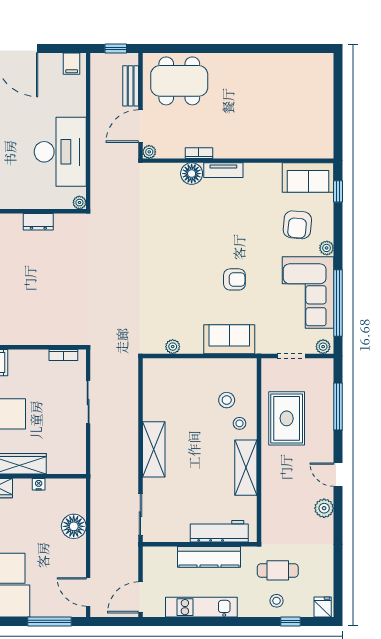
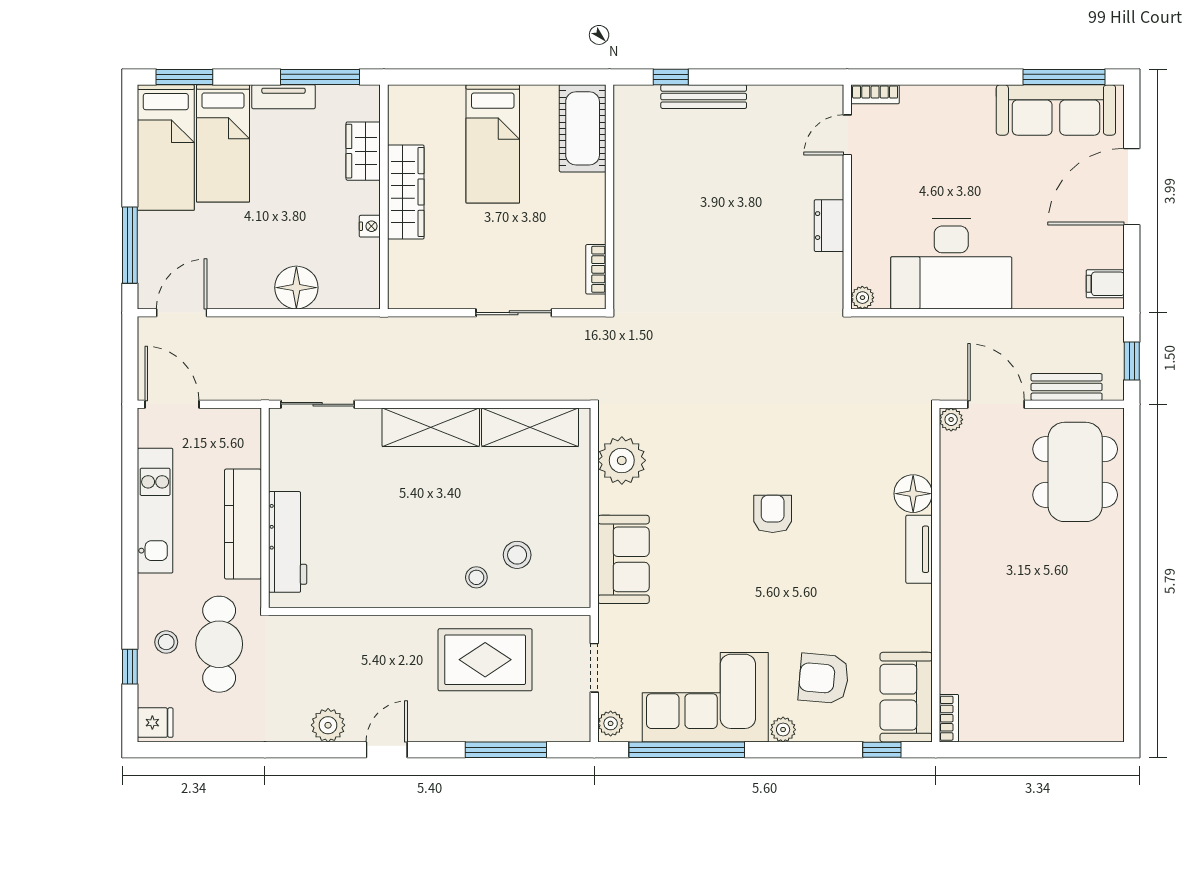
bookcase: (199, 153) -> (949, 718), moved
armchair: (234, 279) -> (773, 514), moved, turned 180
plant: (173, 347) -> (622, 460), width x1.88, depth x1.88
shelving: (246, 468) -> (530, 427), moved
cafe table: (278, 570) -> (219, 644), width x1.37, depth x1.35

